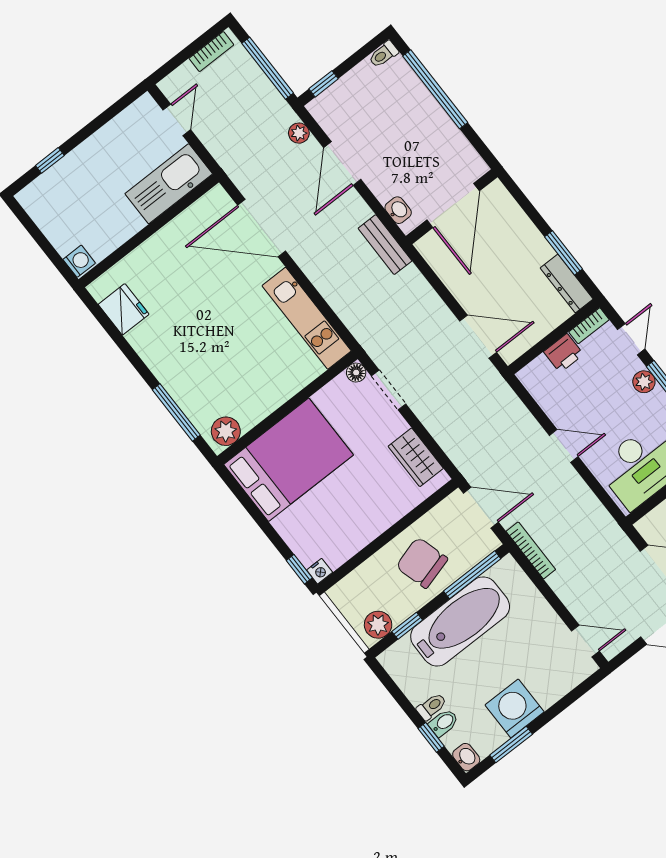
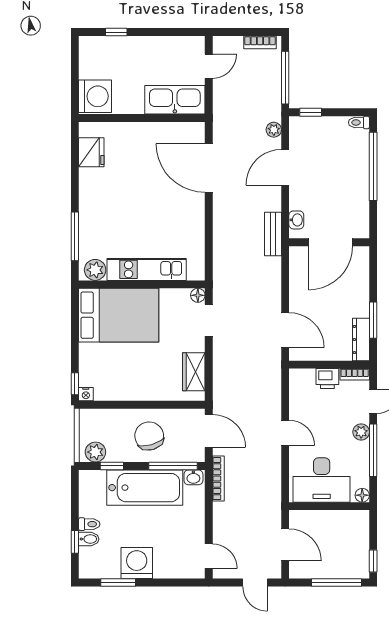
washing machine: (79, 261) -> (95, 96), width x1.89, depth x1.89
kitchen unit: (307, 318) -> (147, 269), moved, turned 90
washbasin: (466, 757) -> (193, 477), moved, turned 90

